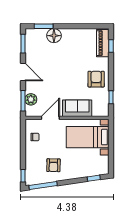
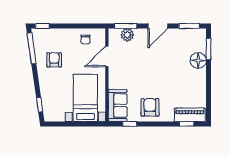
armchair: (96, 79) -> (150, 107), turned -90
sofa: (77, 108) -> (118, 105), moved
door: (50, 118) -> (107, 56), swing flipped
armchair: (53, 165) -> (54, 60), turned 89

